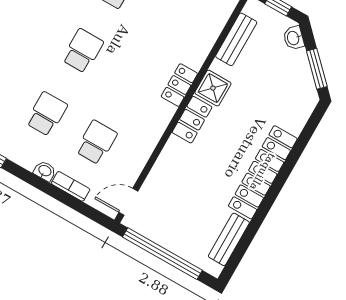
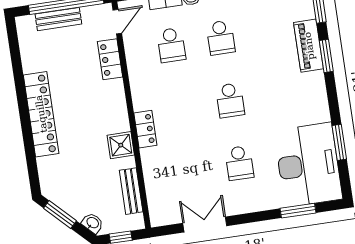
locker: (192, 120) -> (110, 59), moved
bench: (229, 239) -> (58, 19), moved, turned 90

